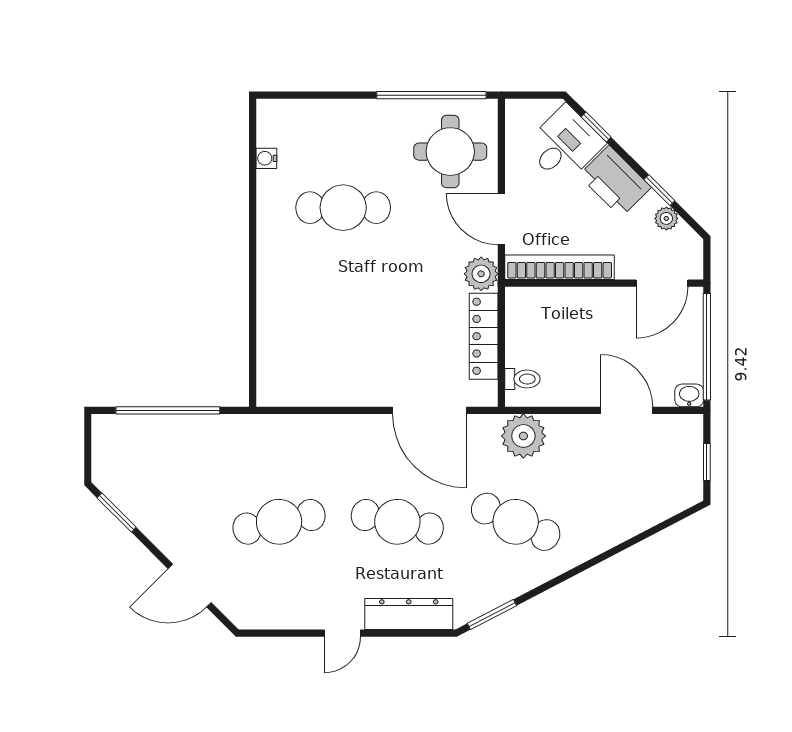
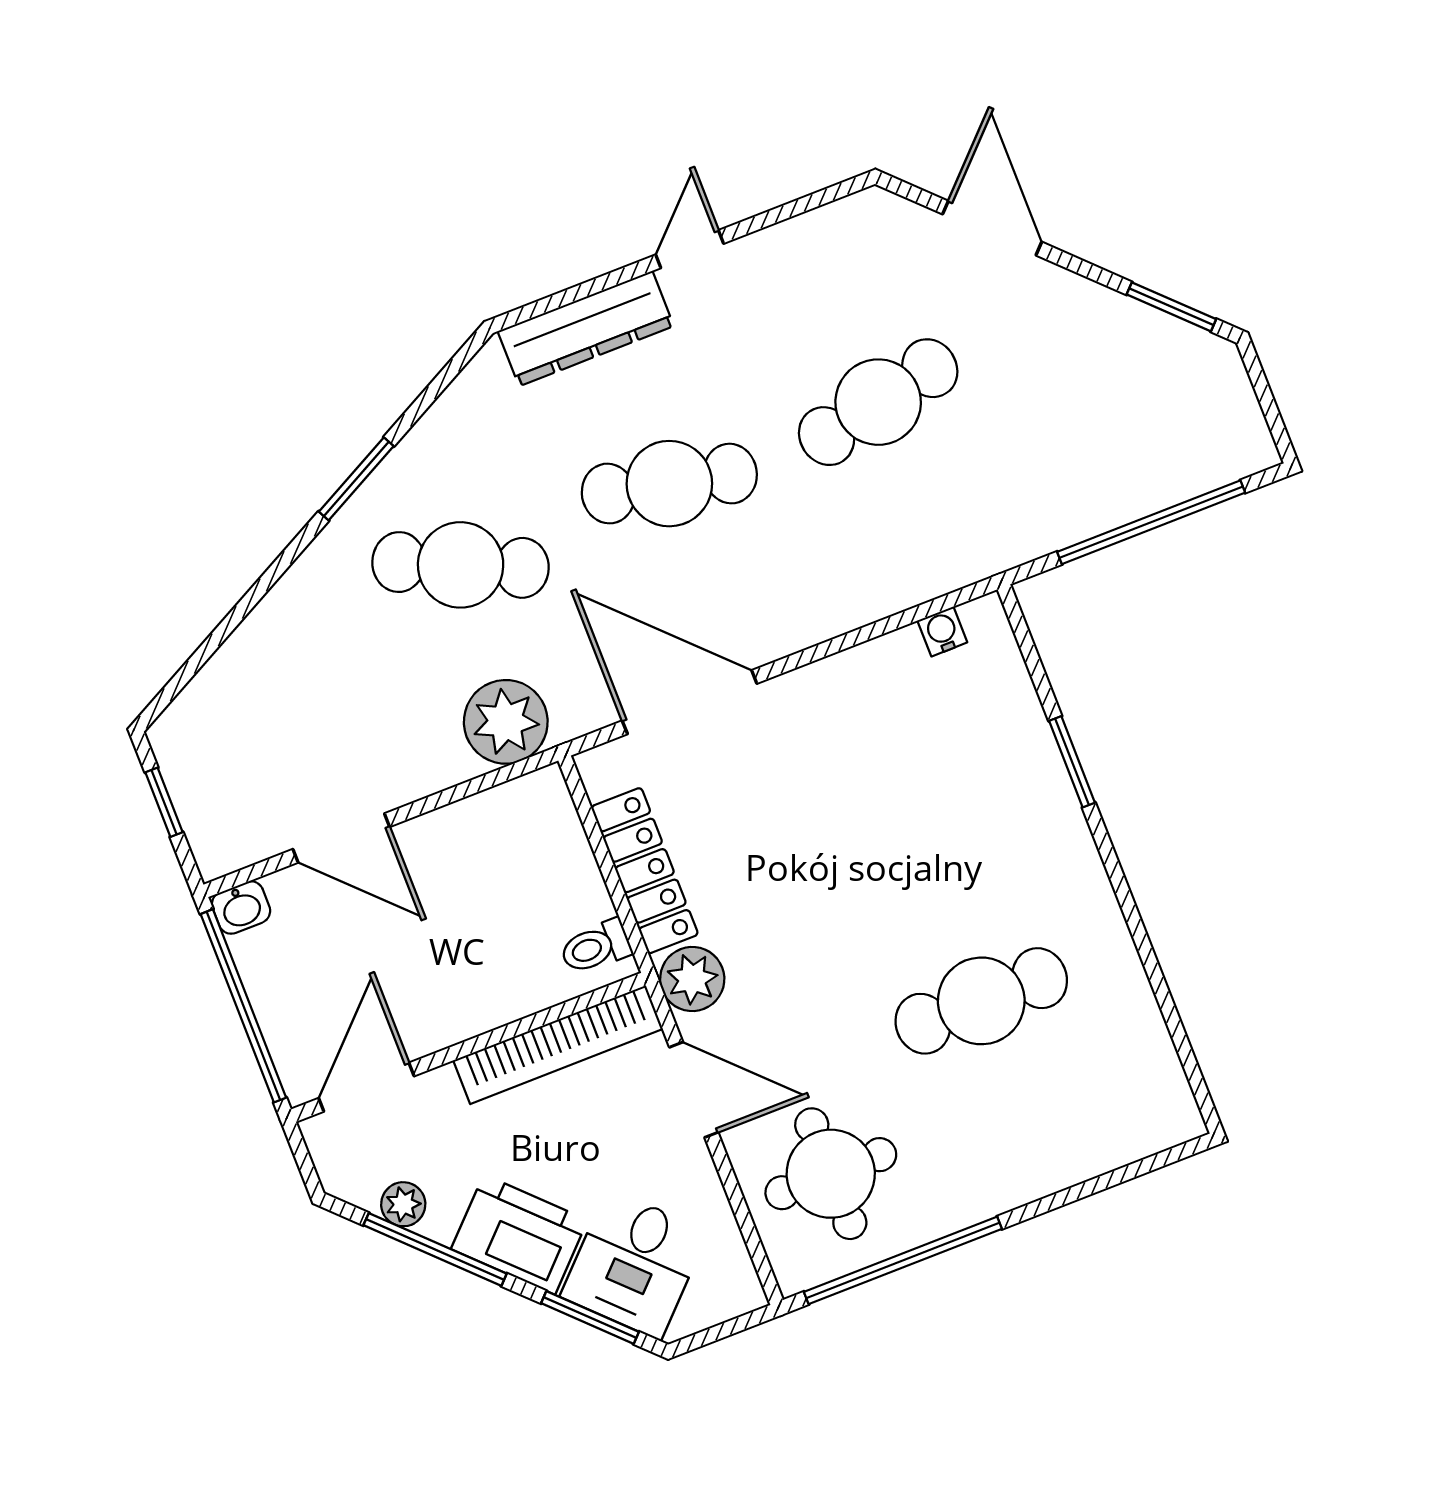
window: (596, 127) -> (590, 1317), width x1.50
water cooler: (266, 158) -> (942, 631), moved, turned -90
window: (659, 190) -> (435, 1249), width x2.17
window: (253, 308) -> (1072, 762), added
toilet: (522, 379) -> (596, 947), moved
door: (190, 586) -> (992, 228), hinge flipped
window: (492, 615) -> (356, 479), moved

